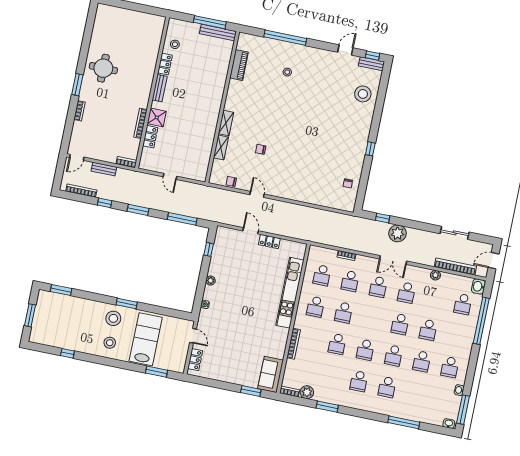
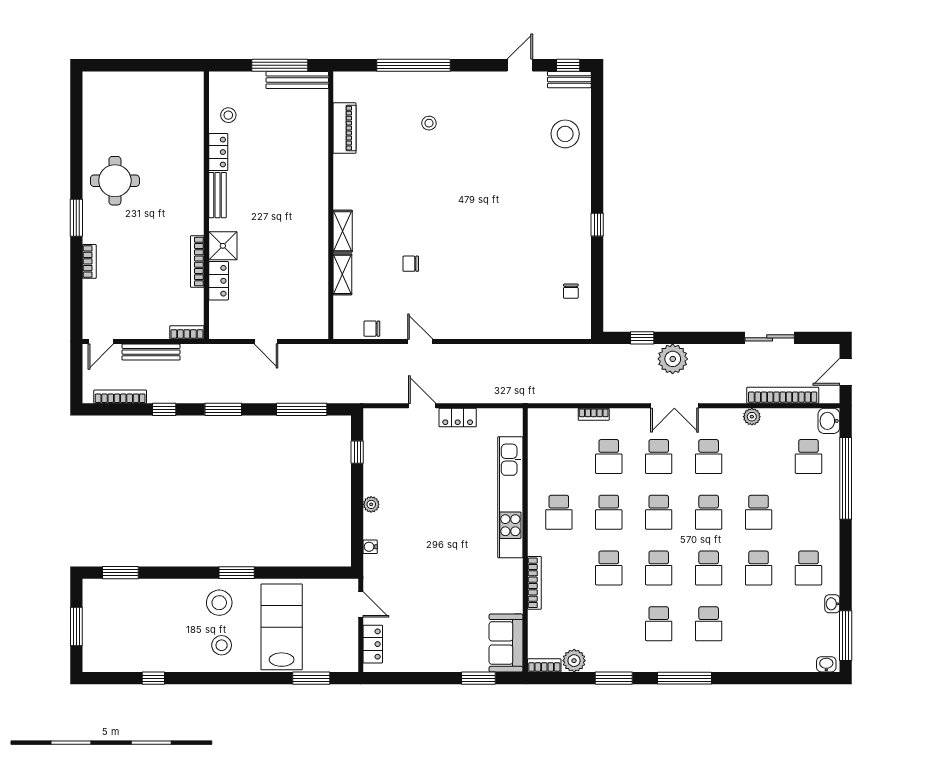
bench: (104, 169) -> (151, 352), width x1.36
school desk: (322, 275) -> (659, 512), moved
window: (404, 422) -> (684, 678), moved

